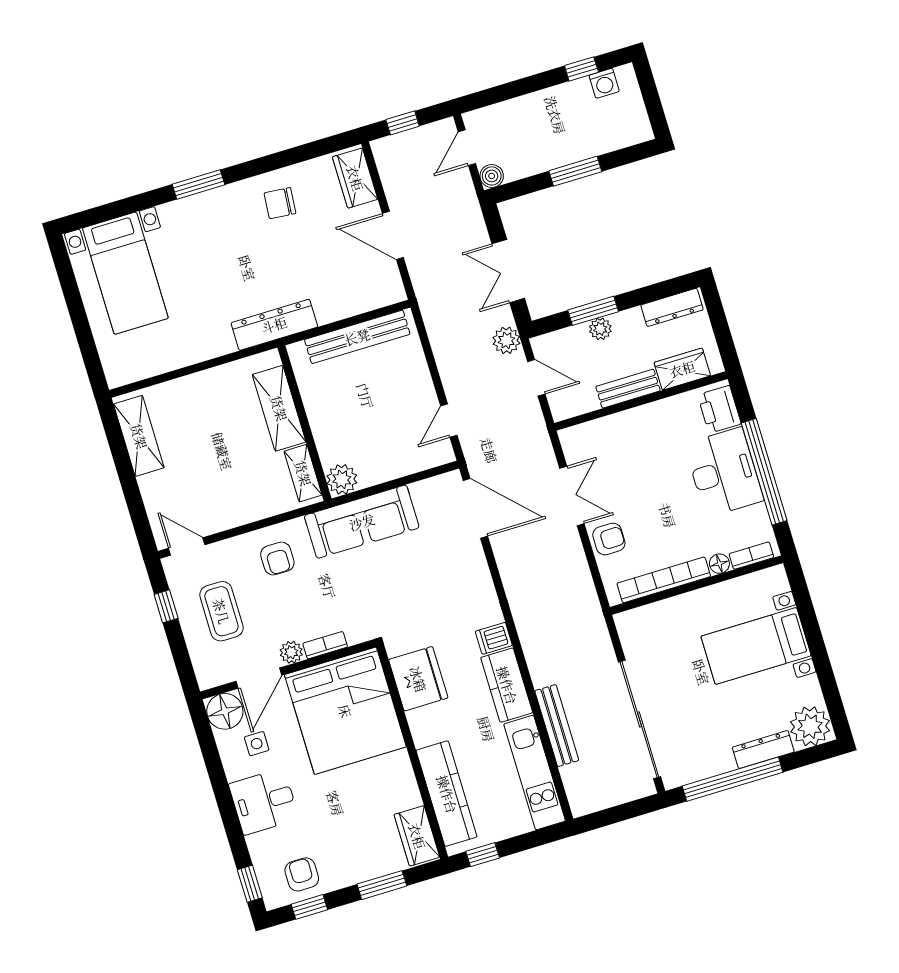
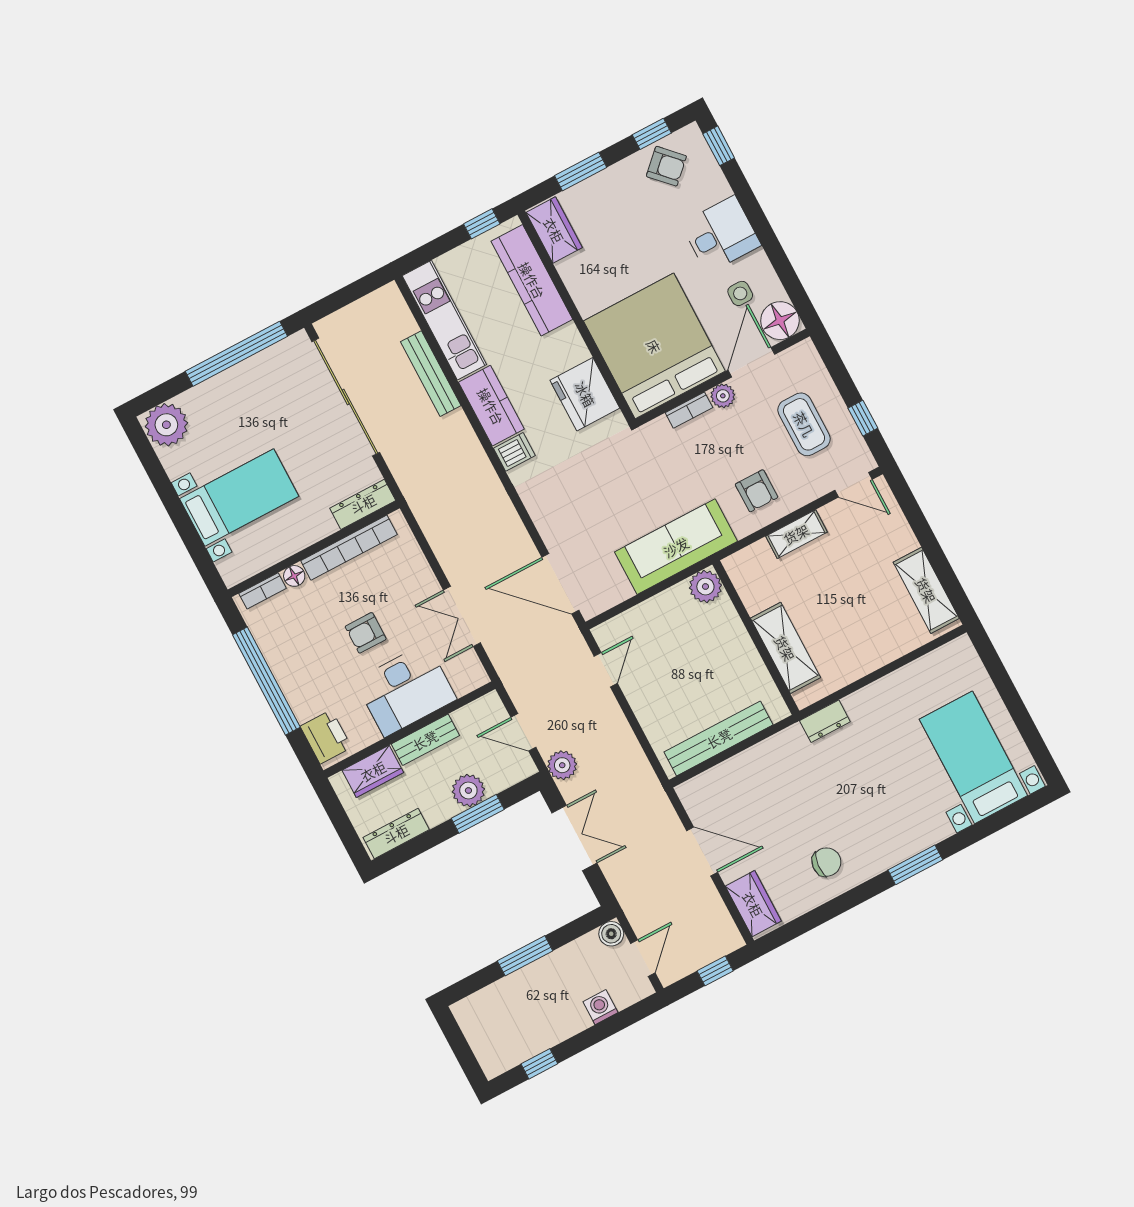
washing machine: (604, 83) -> (600, 1007), moved
dresser: (274, 325) -> (825, 721), width x0.51, depth x0.80
plant: (600, 329) -> (468, 790), width x1.38, depth x1.38
desk: (724, 472) -> (406, 690), moved, turned -90
shelving: (303, 473) -> (796, 534), moved, turned 90
armchair: (609, 539) -> (366, 633), moved
armchair: (277, 558) -> (756, 491), turned 180
dresser: (763, 750) -> (363, 504), moved, turned 180
armchair: (302, 874) -> (666, 166), turned -44

